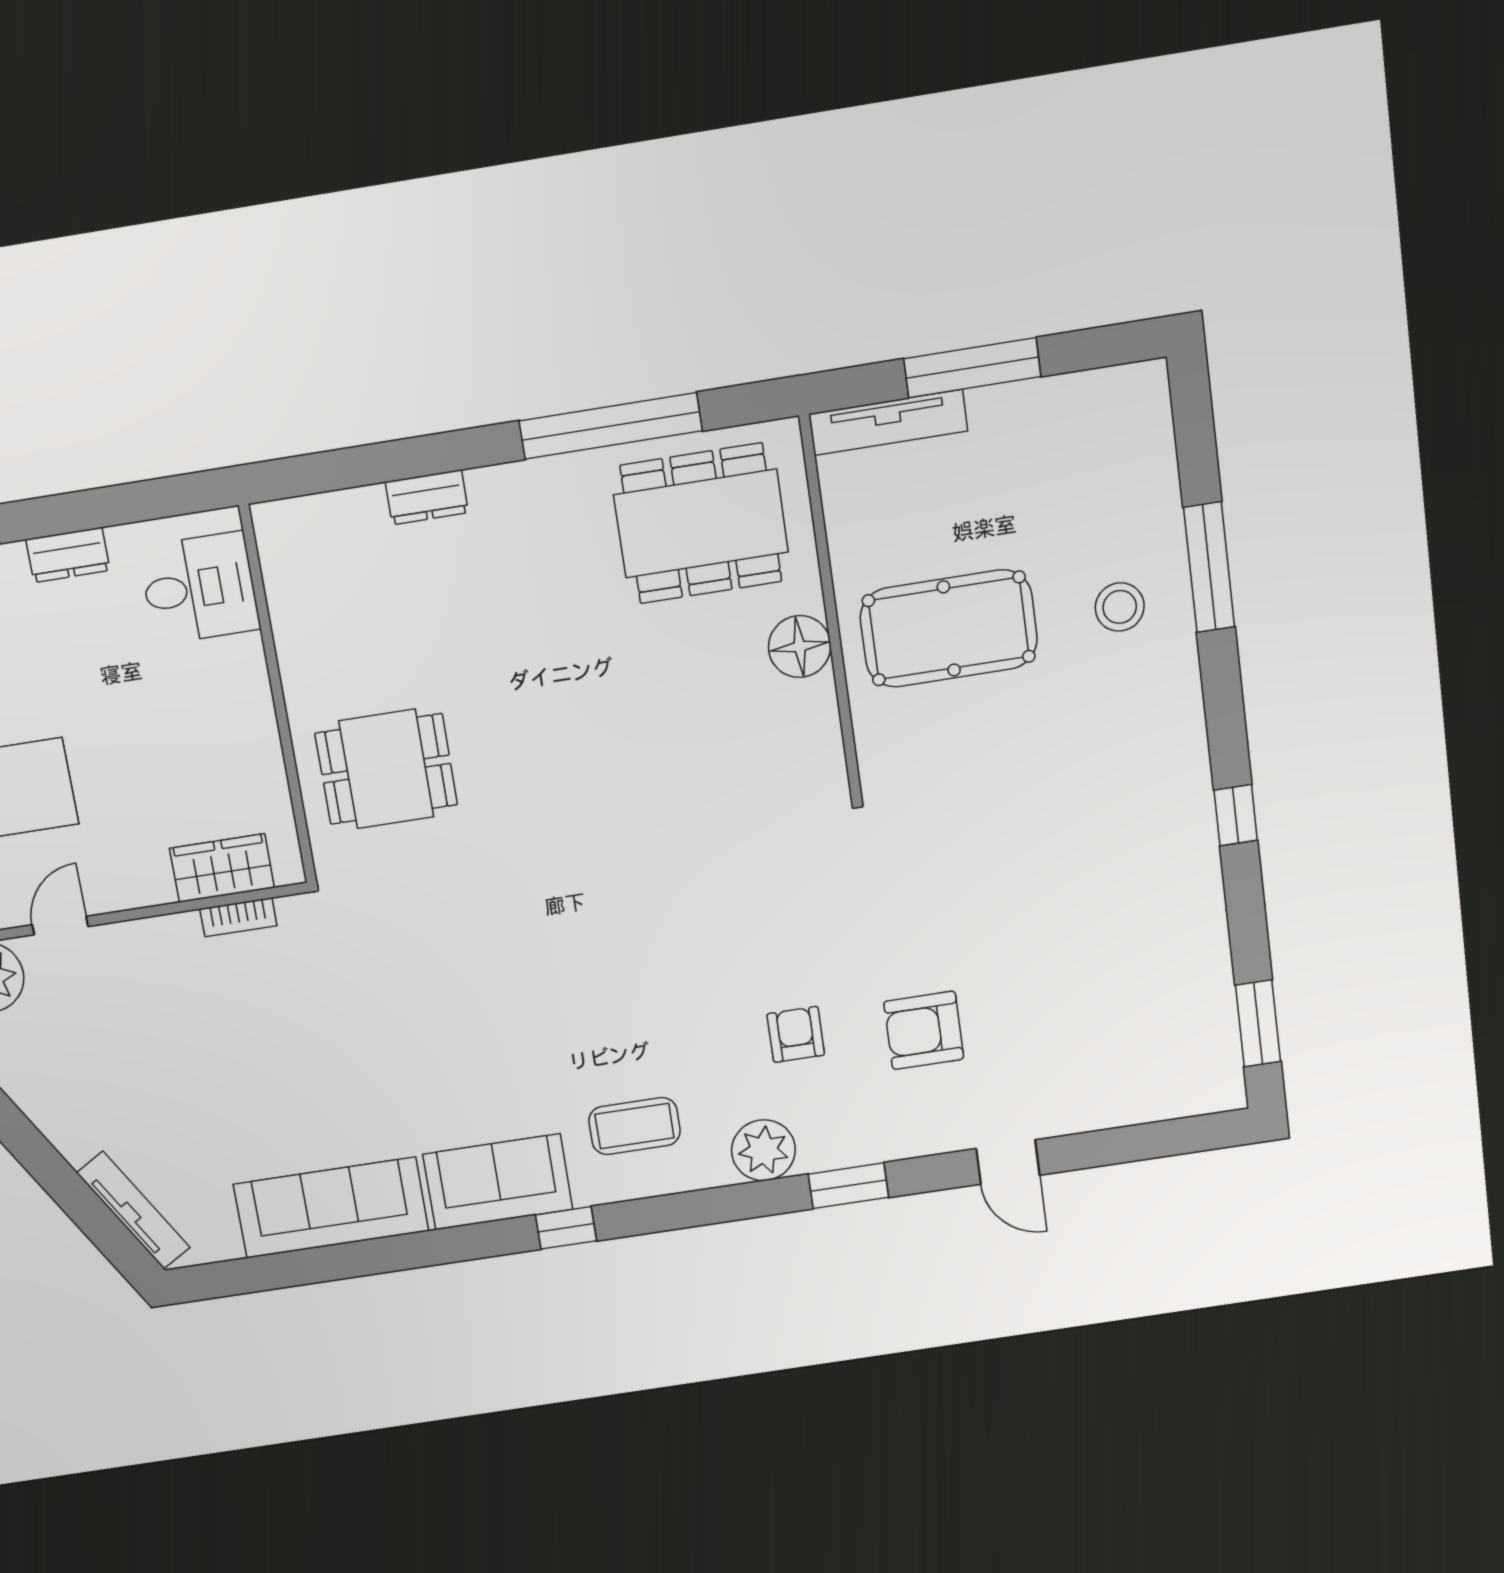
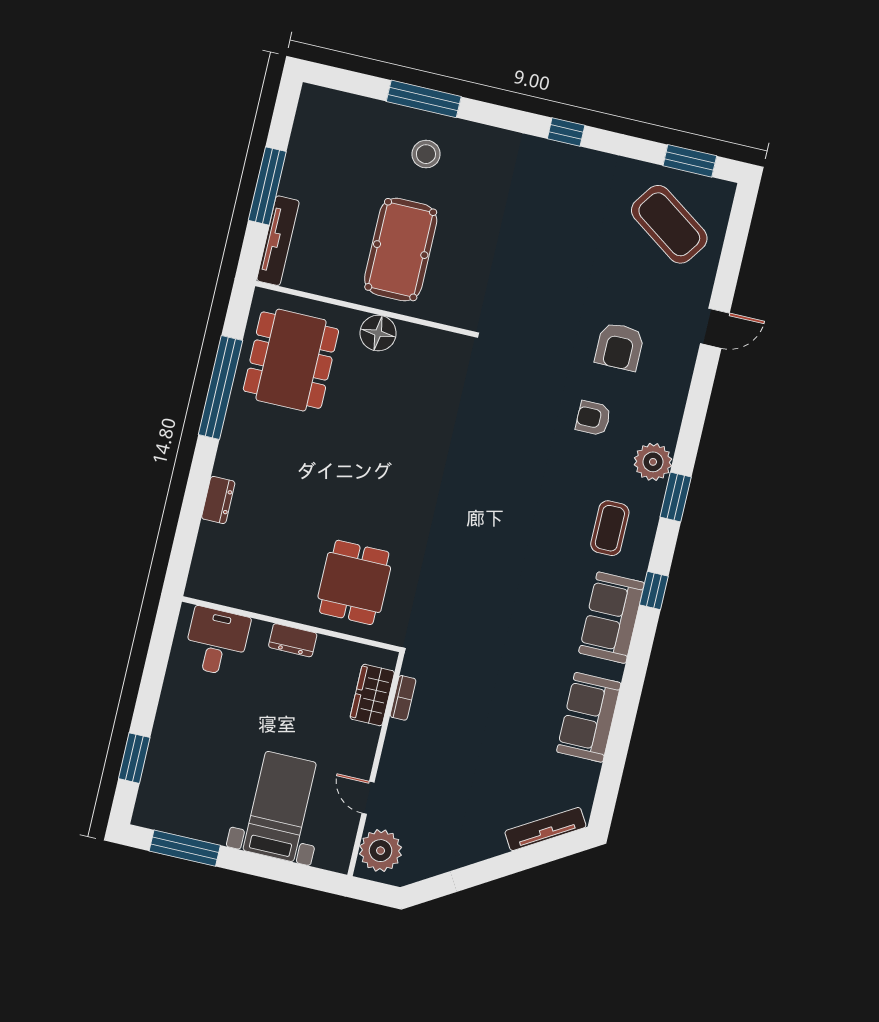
dresser: (68, 555) -> (293, 640), moved, turned 90
coffee table: (1146, 1031) -> (669, 224), added
window: (848, 1186) -> (676, 497), moved
sofa: (331, 1208) -> (589, 717), width x0.73

